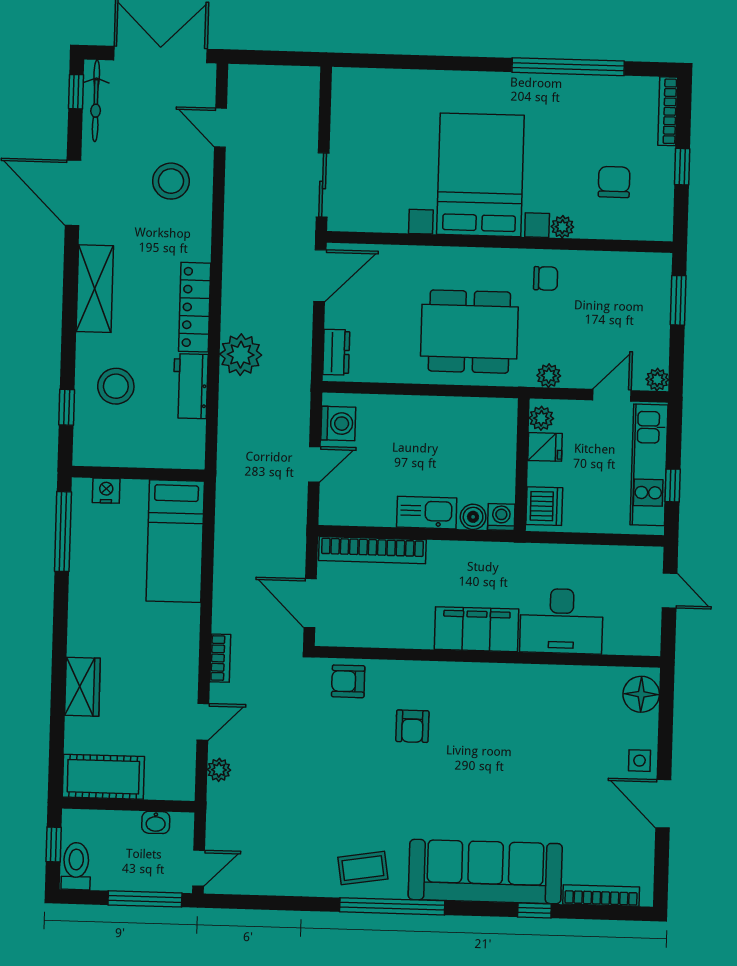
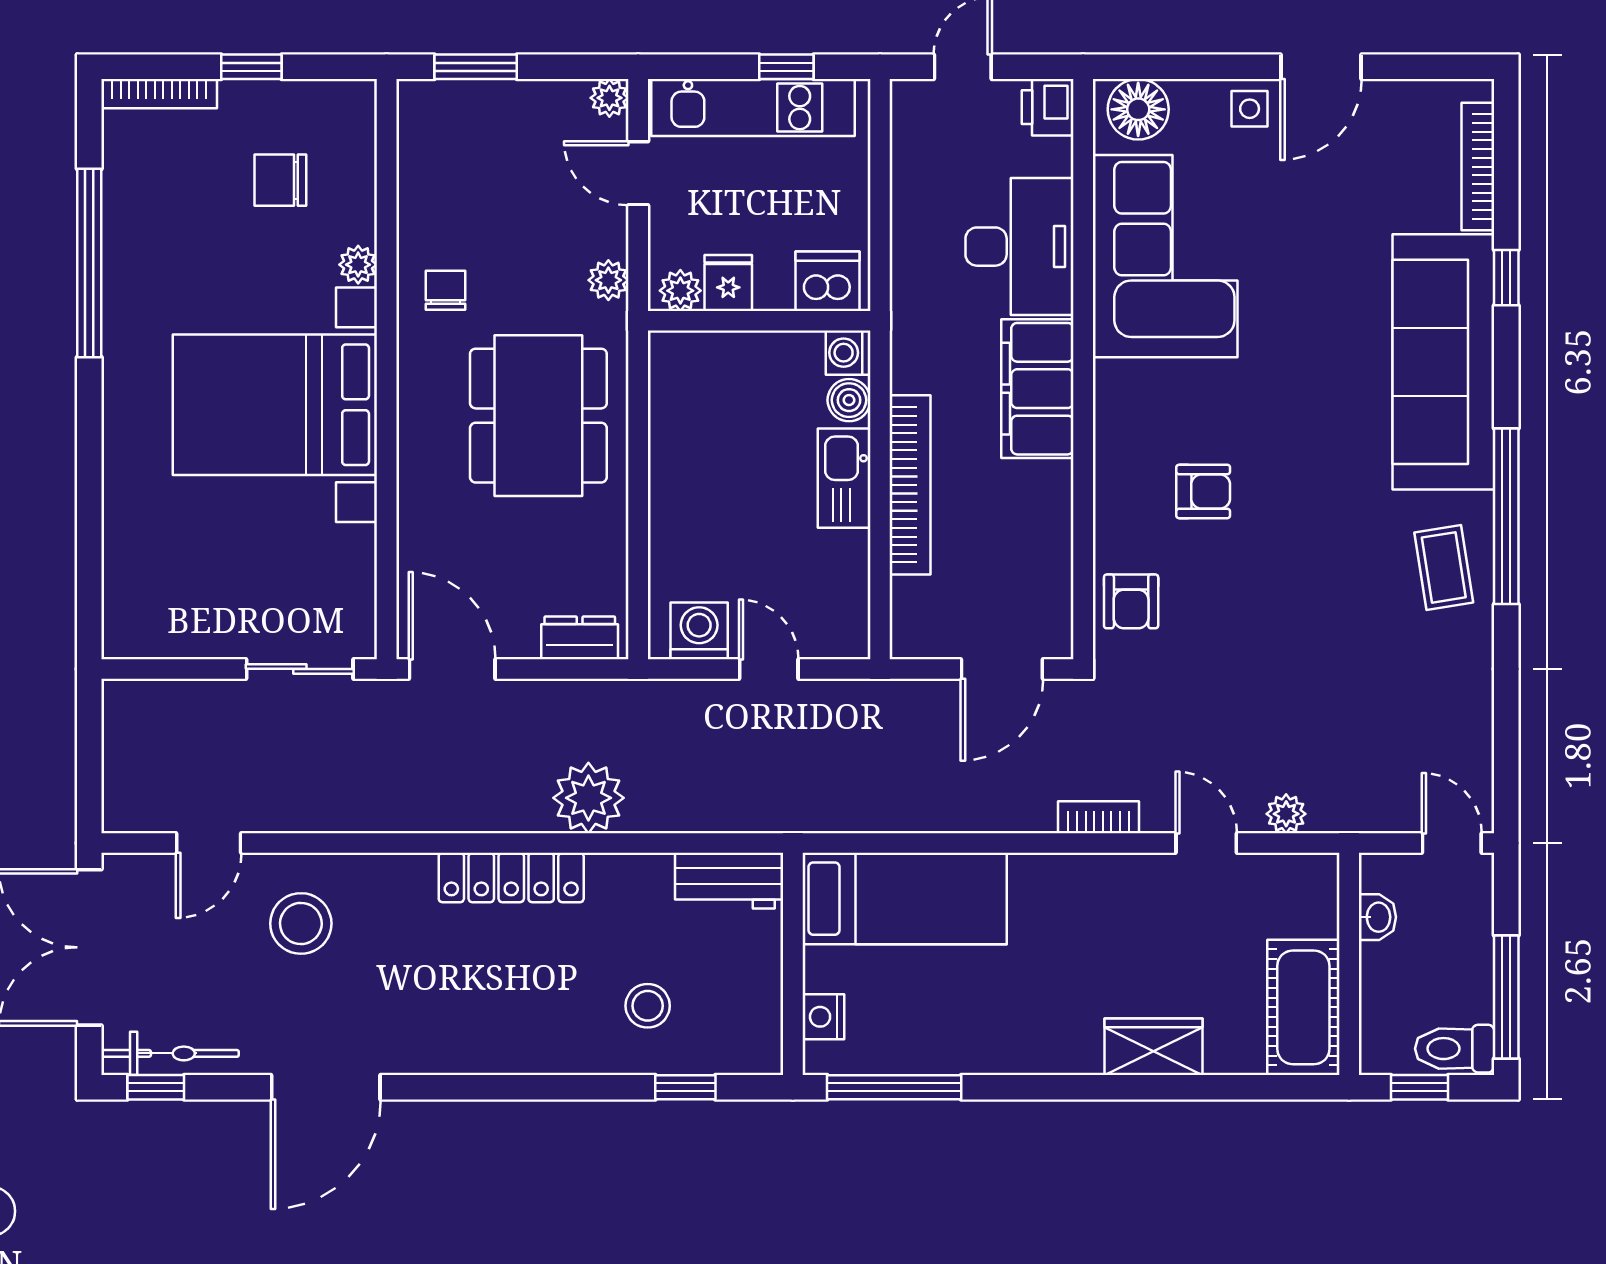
shelving: (95, 289) -> (485, 1046), removed
stool: (116, 386) -> (648, 1006), width x0.73, depth x0.73
workbench: (190, 386) -> (729, 881), moved
bookcase: (372, 550) -> (910, 485), moved
printer: (644, 640) -> (1048, 107), added
corner sofa: (553, 708) -> (1165, 256), added
window: (145, 899) -> (1506, 997), moved

